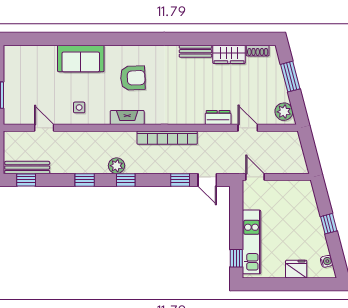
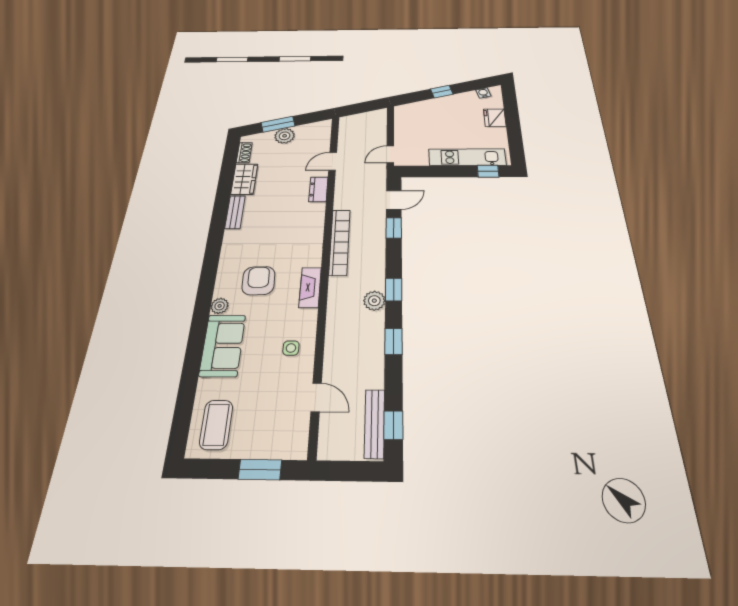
plant: (112, 51) -> (220, 306), added
coffee table: (25, 63) -> (216, 425), added
plant: (284, 112) -> (285, 136), moved
door: (44, 128) -> (316, 397), swing flipped

